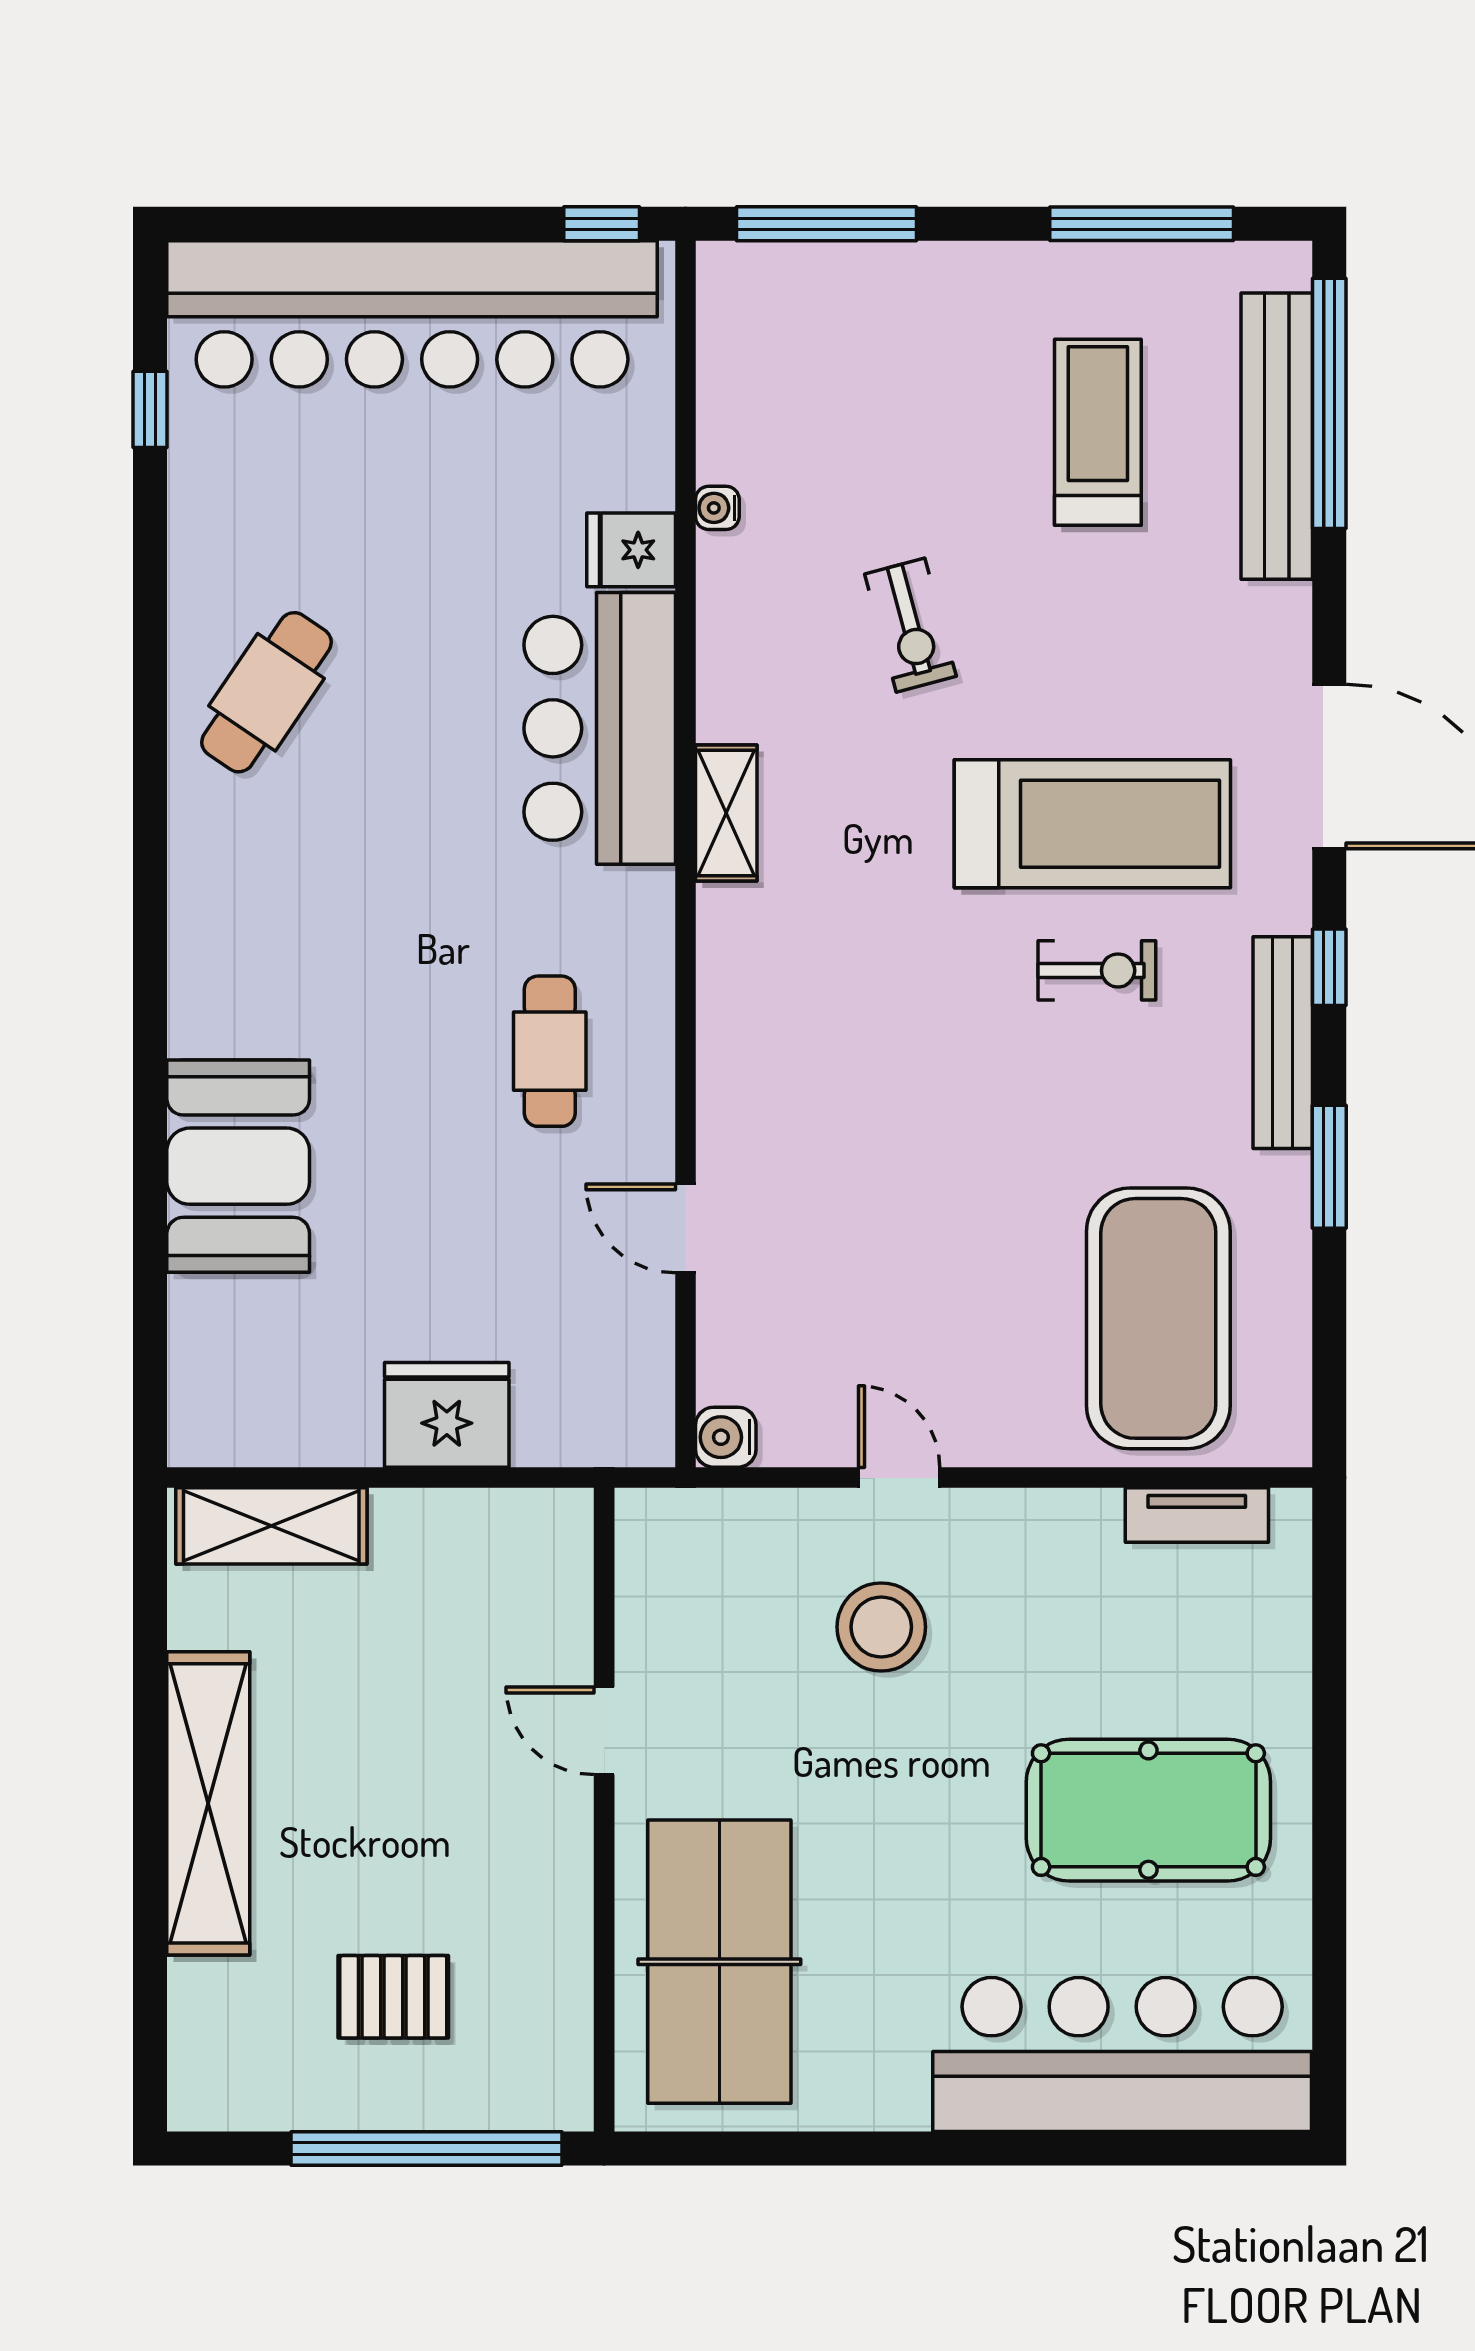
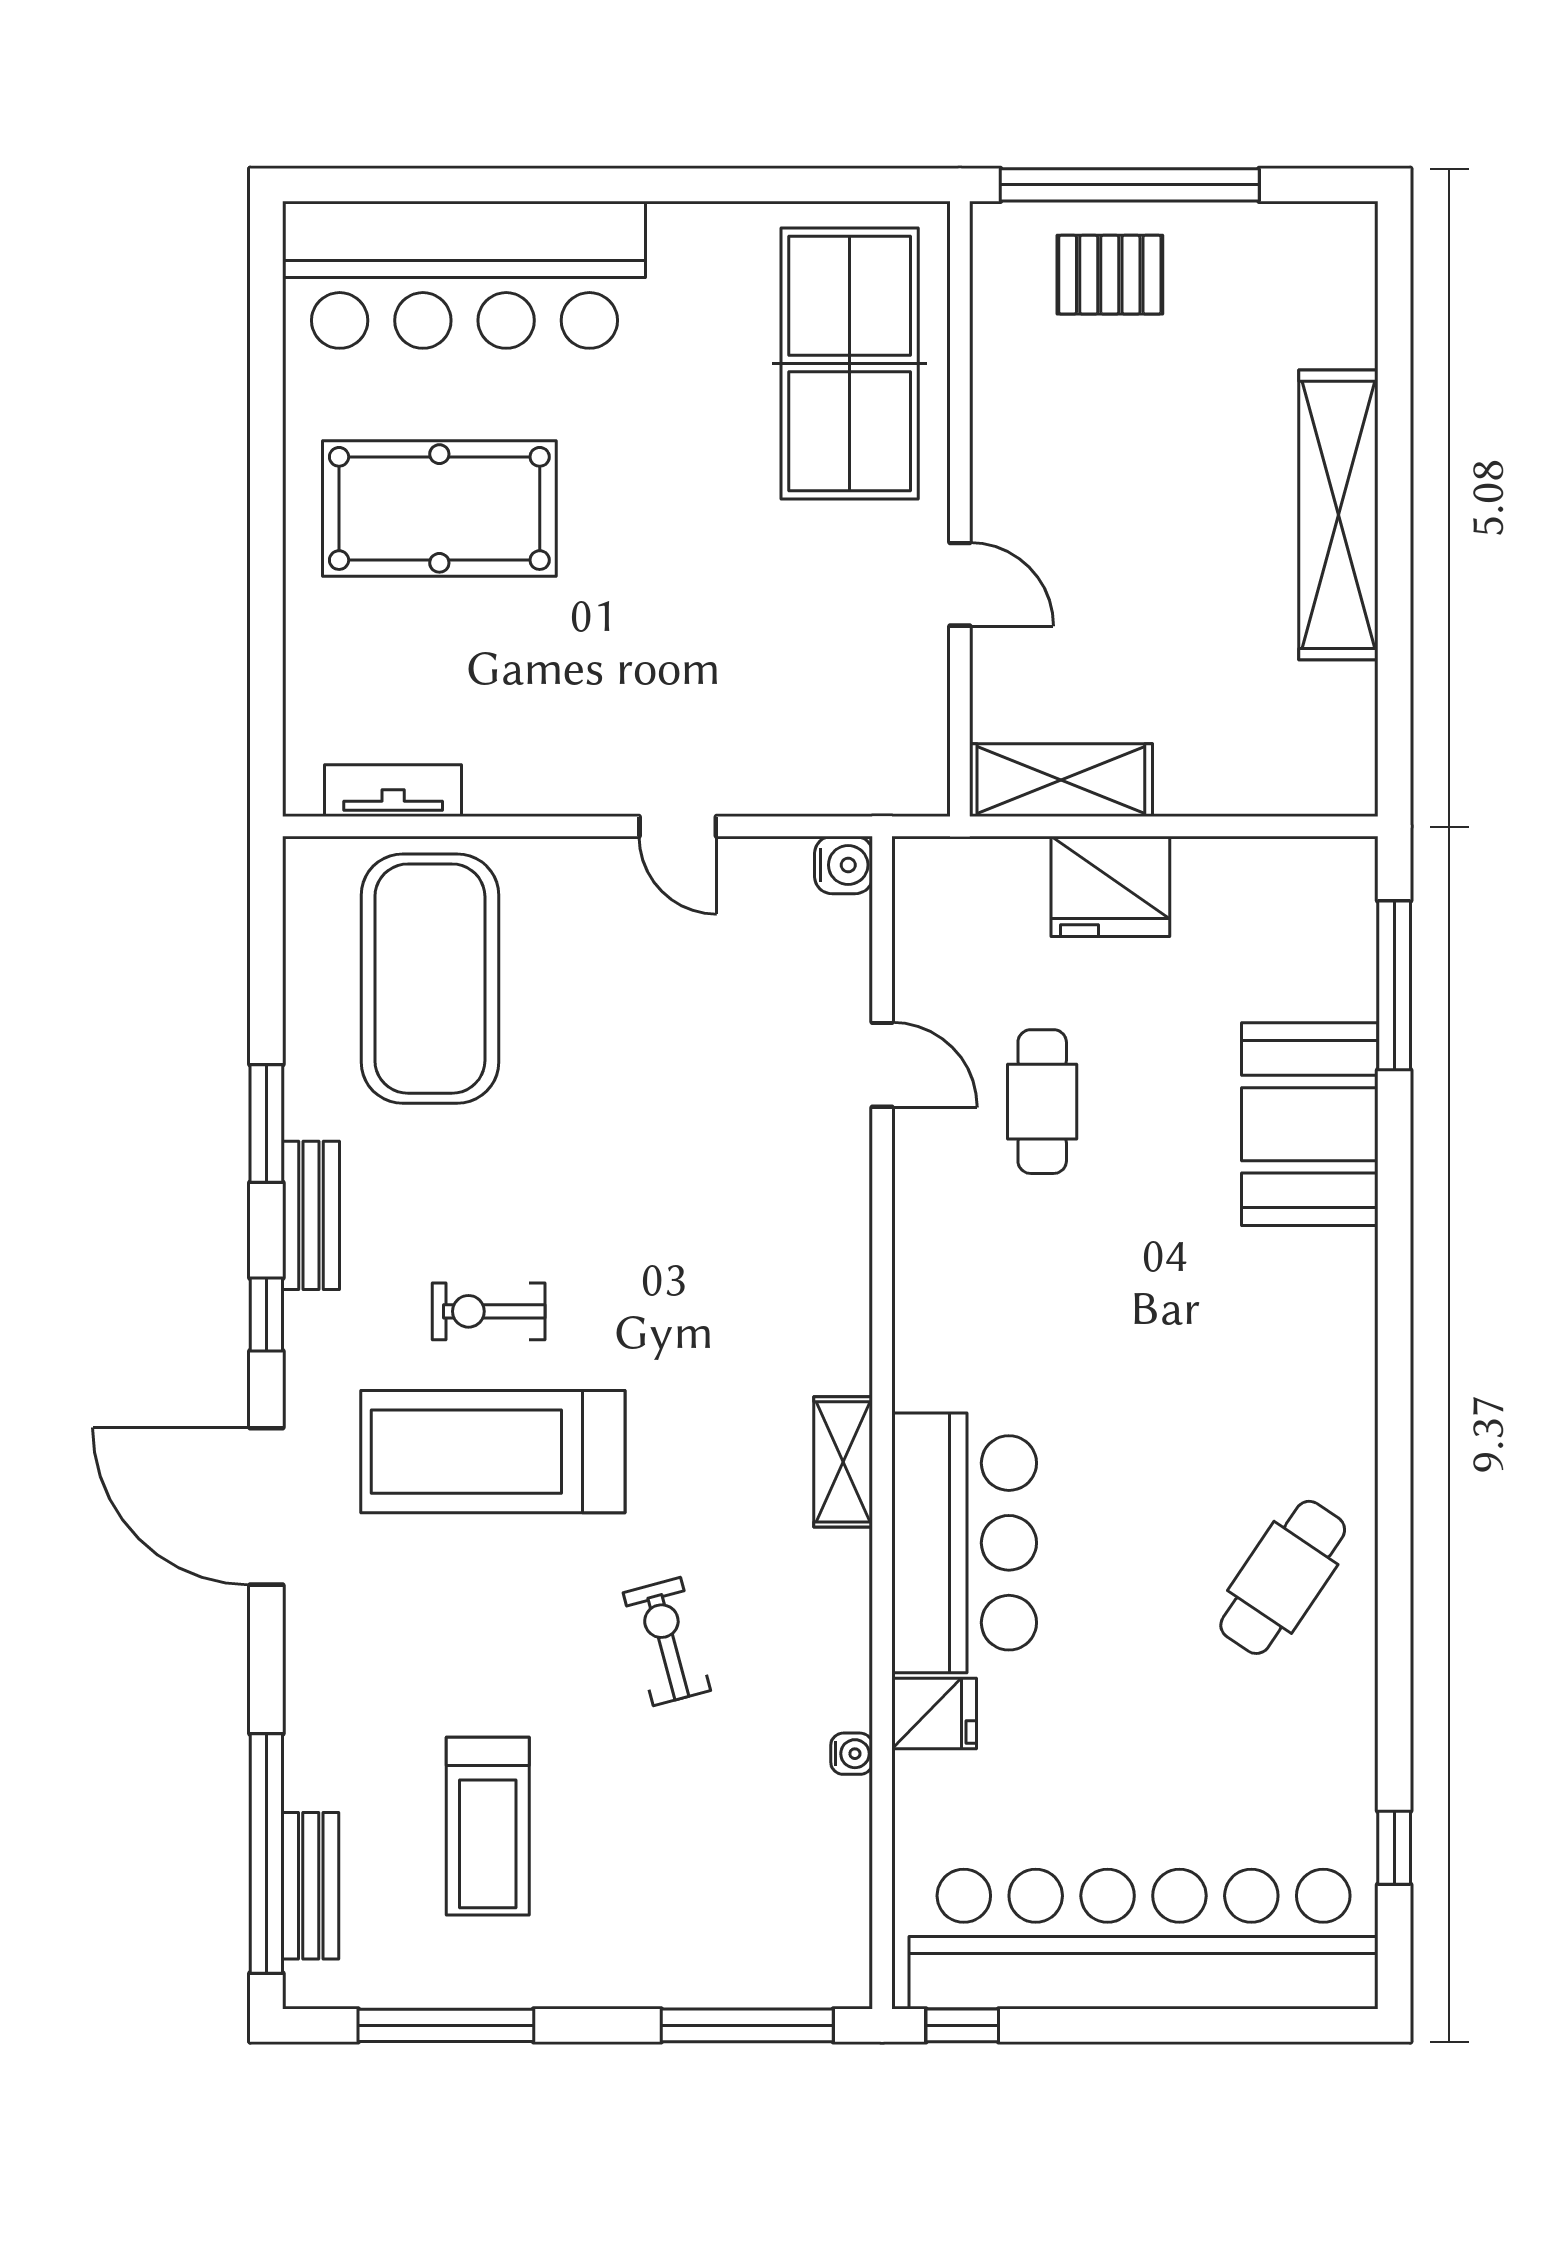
bench: (1277, 436) -> (311, 1886), width x0.54, depth x0.82
bench: (1283, 1043) -> (311, 1215), width x0.73
cafe table: (550, 1051) -> (1042, 1102), moved
window: (150, 1311) -> (1394, 985), added
shelving: (271, 1526) -> (1061, 780), moved
stool: (881, 1627) -> (695, 684), removed
pallet: (393, 1997) -> (1110, 275), moved

